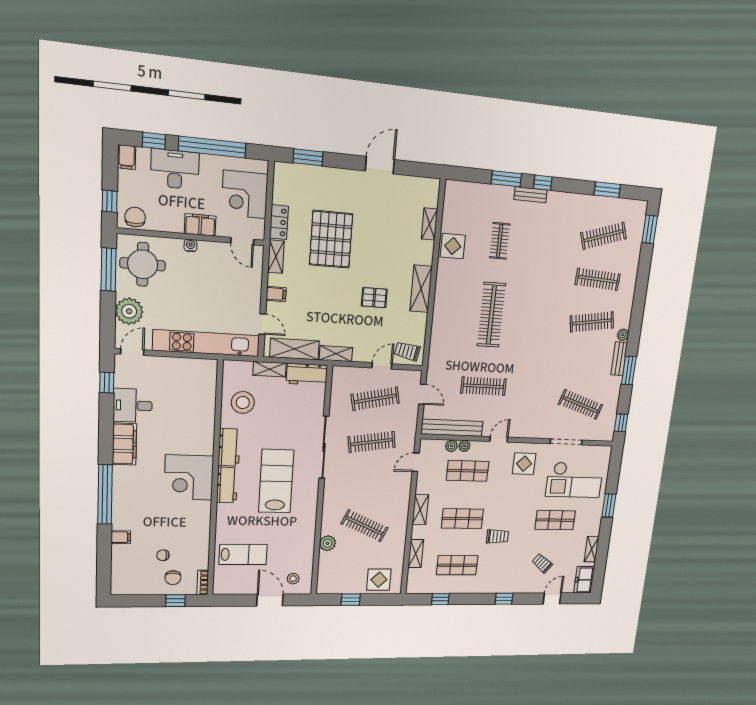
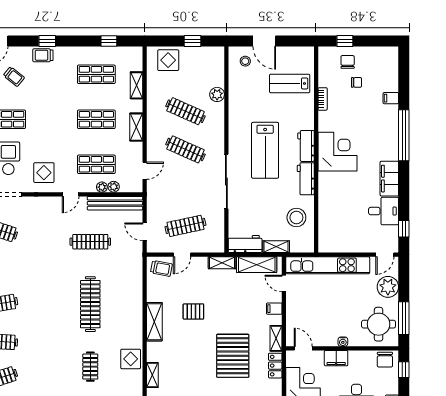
clothes rail: (372, 442) -> (185, 149), moved, turned 33
trolley: (497, 536) -> (43, 55), moved
bookcase: (203, 582) -> (323, 99), moved

